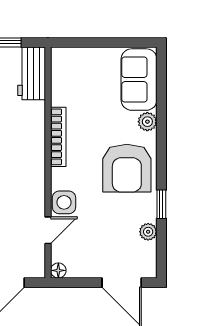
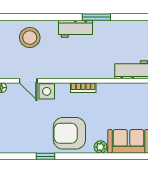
bookcase: (58, 137) -> (83, 88), width x0.64
plant: (148, 232) -> (27, 147), removed

